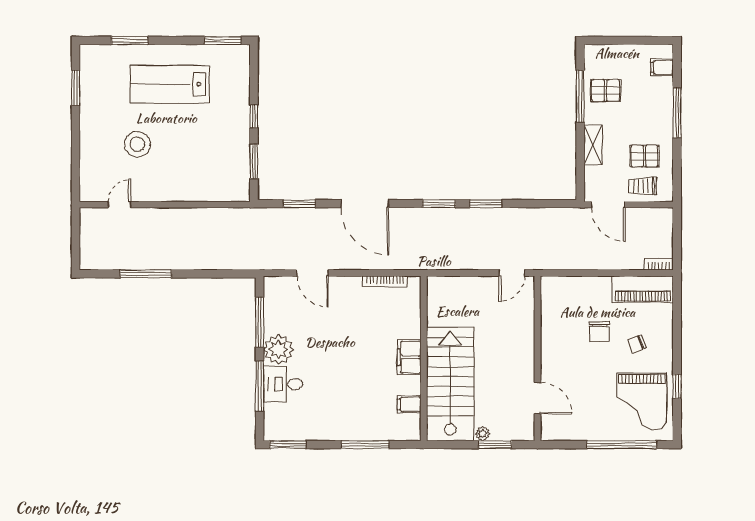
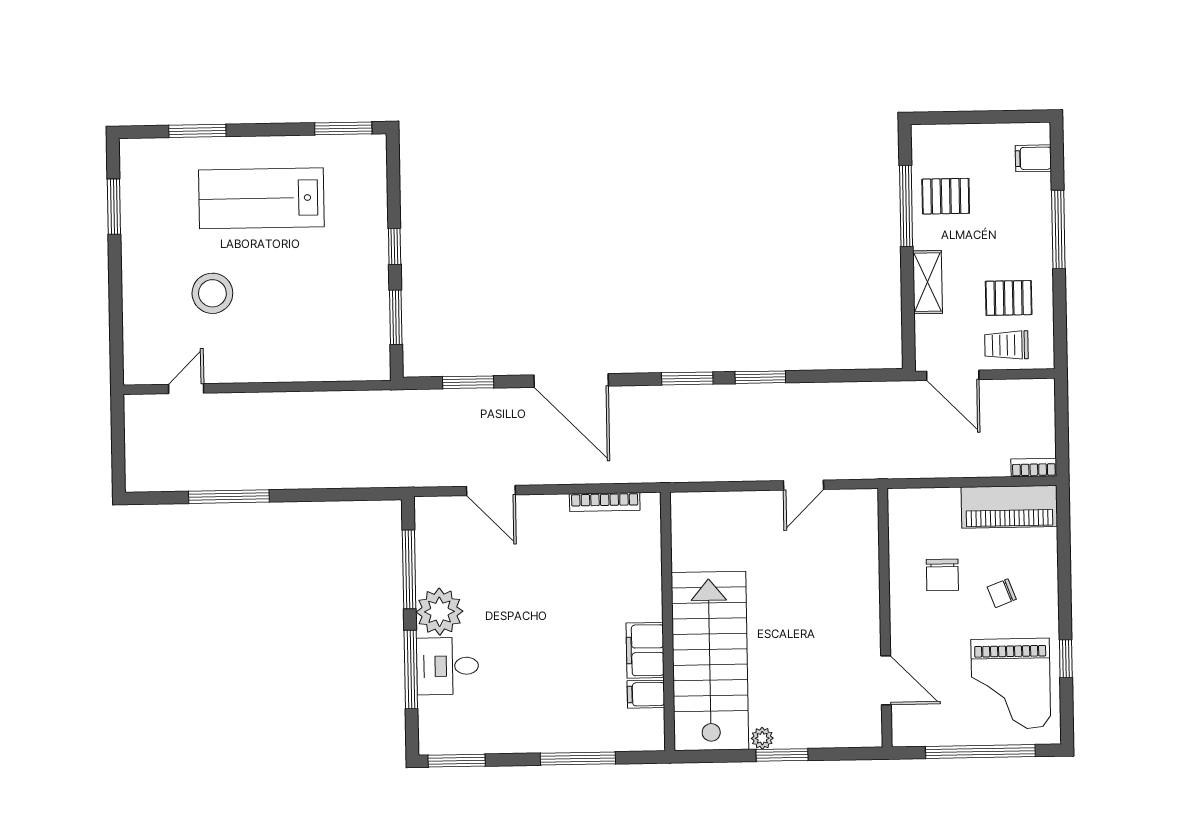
filing cabinet: (409, 357) -> (645, 650), moved
wall: (538, 358) -> (885, 618), moved
door: (538, 398) -> (886, 680), moved

